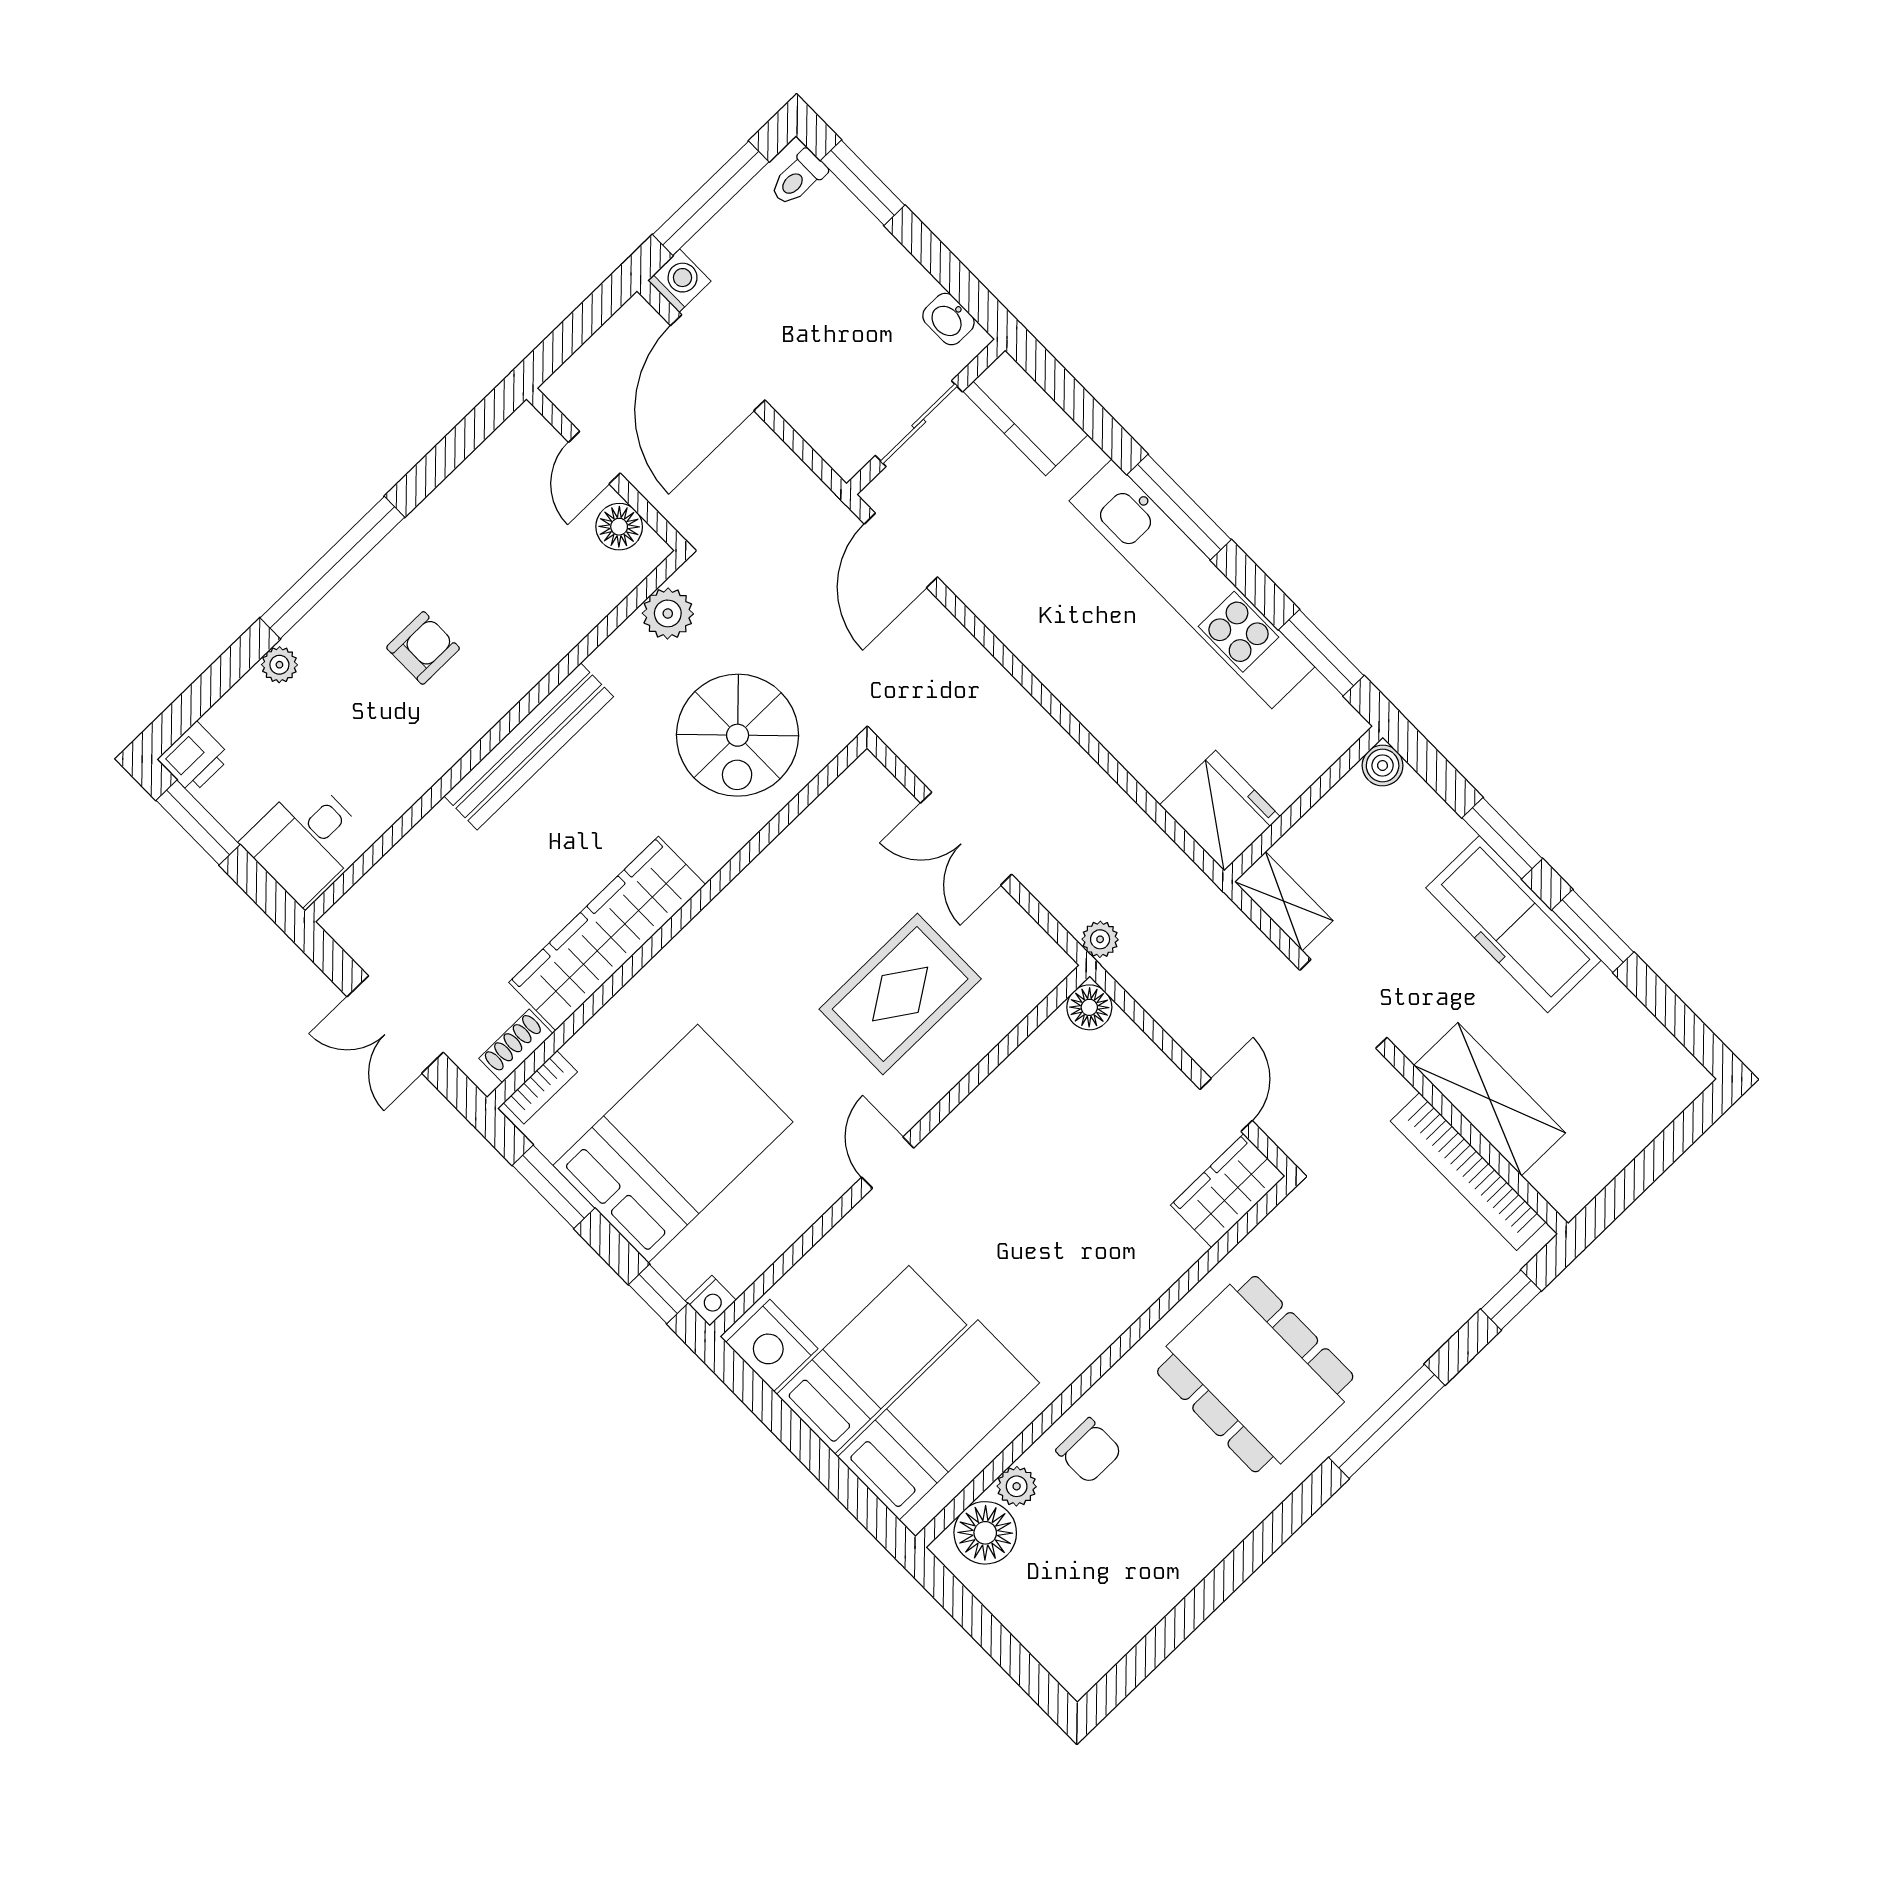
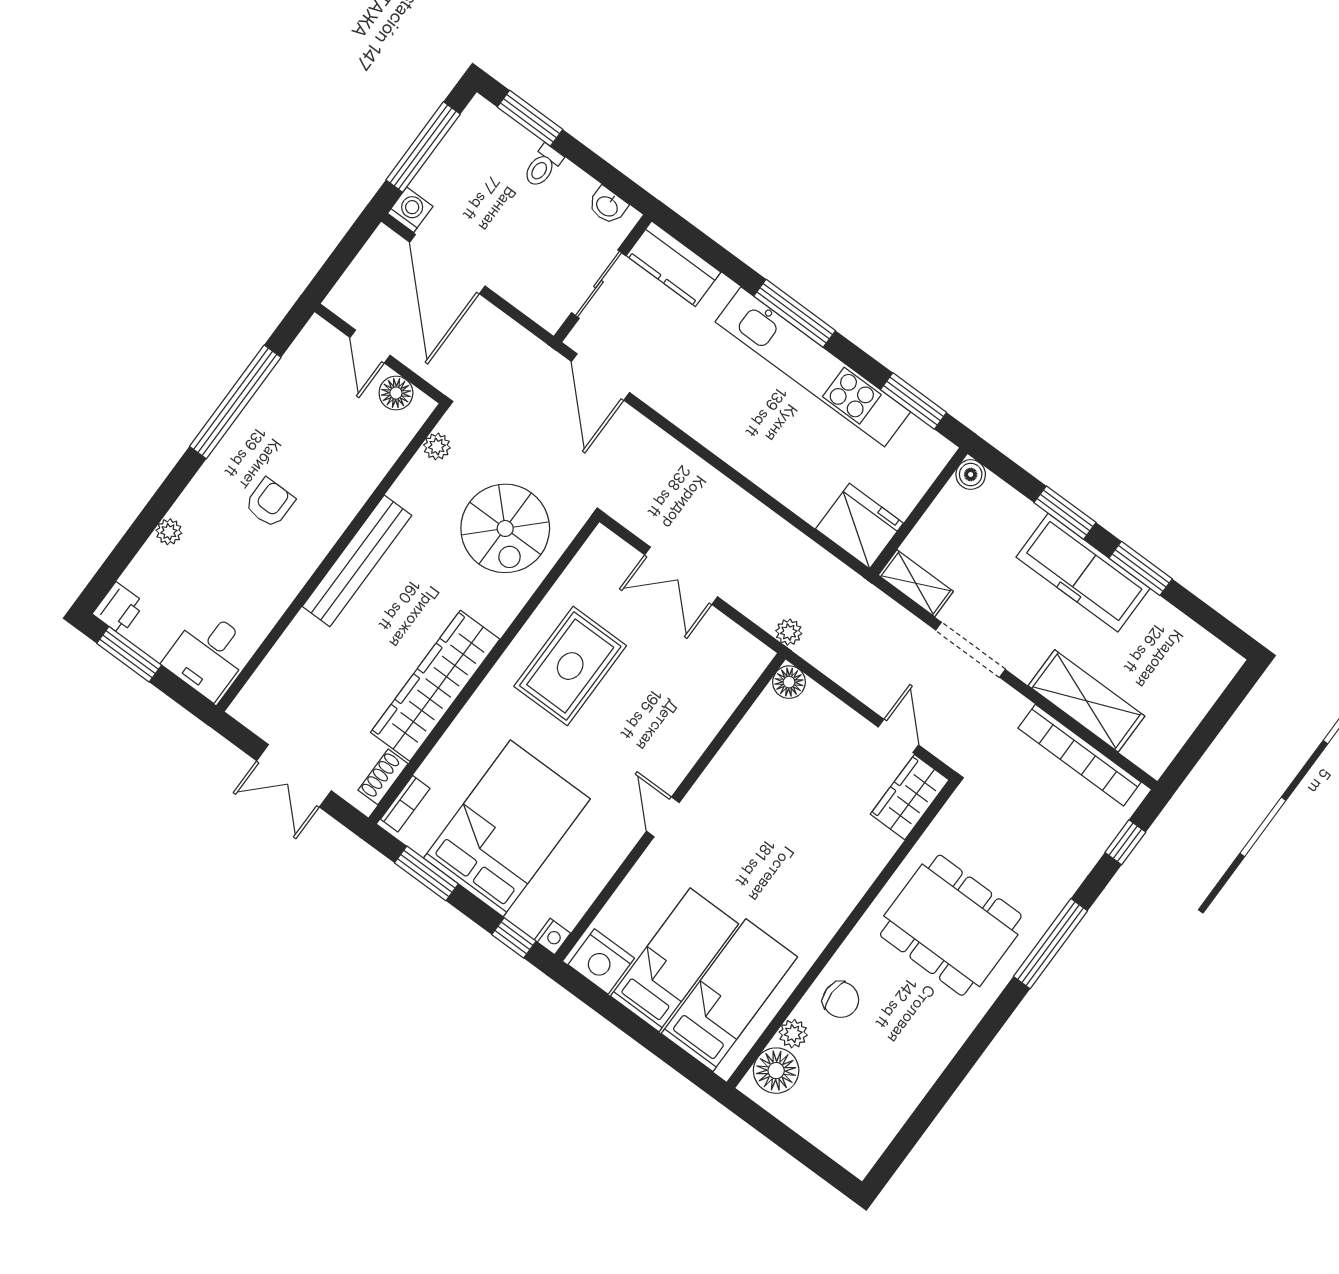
toilet: (798, 178) -> (543, 166), moved
window: (332, 567) -> (235, 402), moved
plant: (668, 613) -> (437, 446), width x0.73, depth x0.73
rug: (900, 994) -> (570, 666), moved

